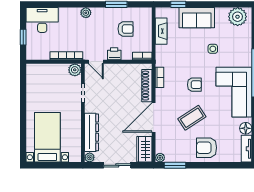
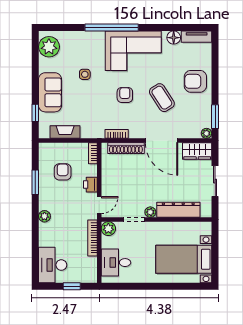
desk: (44, 77) -> (116, 263), added
armchair: (207, 148) -> (195, 81), turned 90
plant: (90, 157) -> (150, 212), moved

